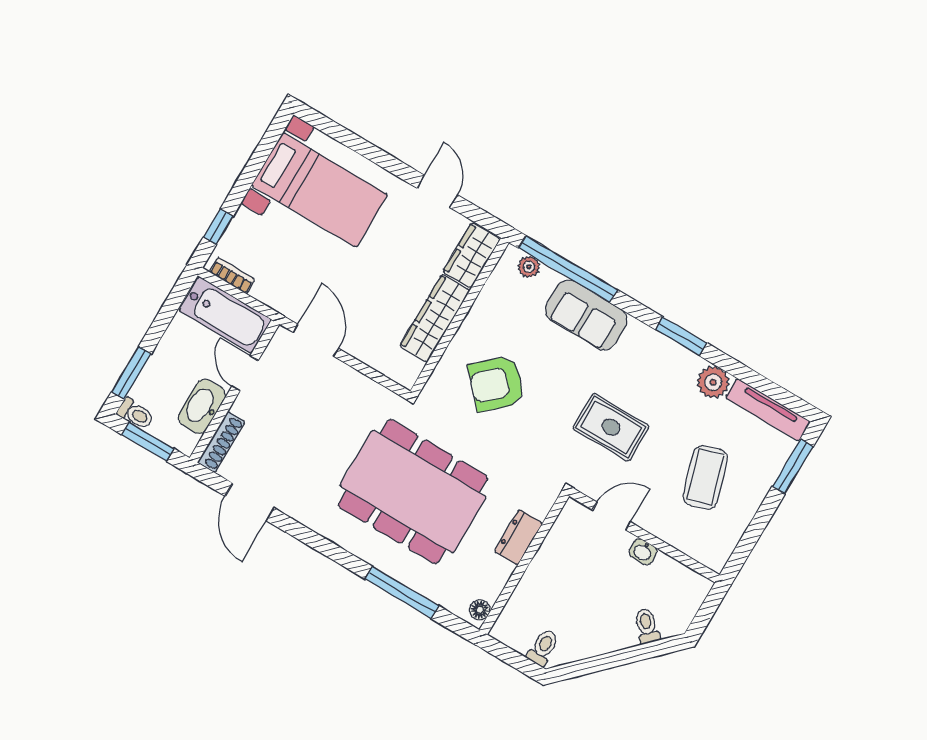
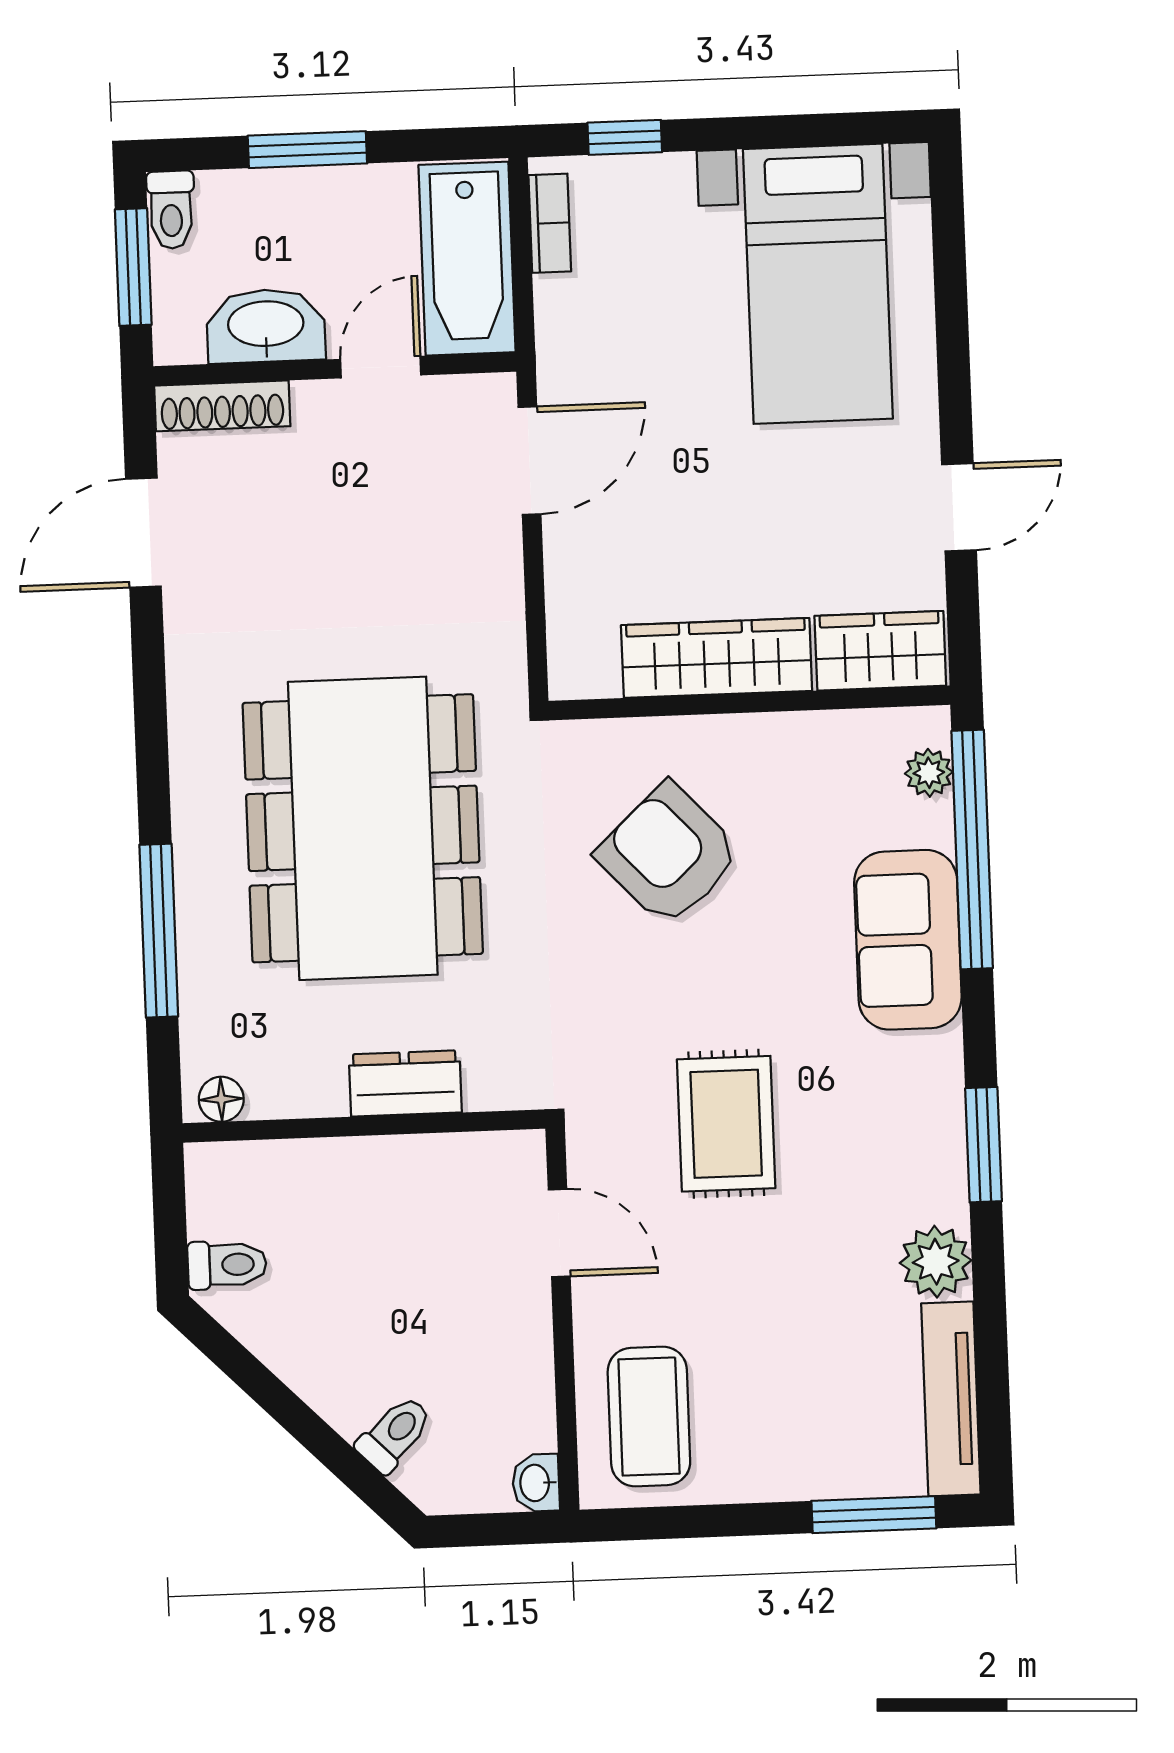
window: (132, 373) -> (307, 150), moved
coffee table: (705, 477) -> (649, 1416), moved, turned -73
washbasin: (643, 552) -> (536, 1483), moved

